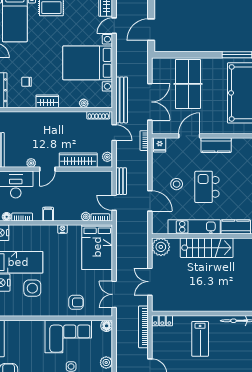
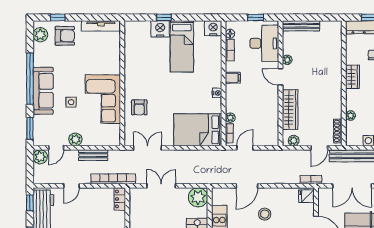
bench: (121, 181) -> (93, 155), moved
side table: (32, 288) -> (154, 61), removed
floor lamp: (107, 326) -> (114, 140), removed

